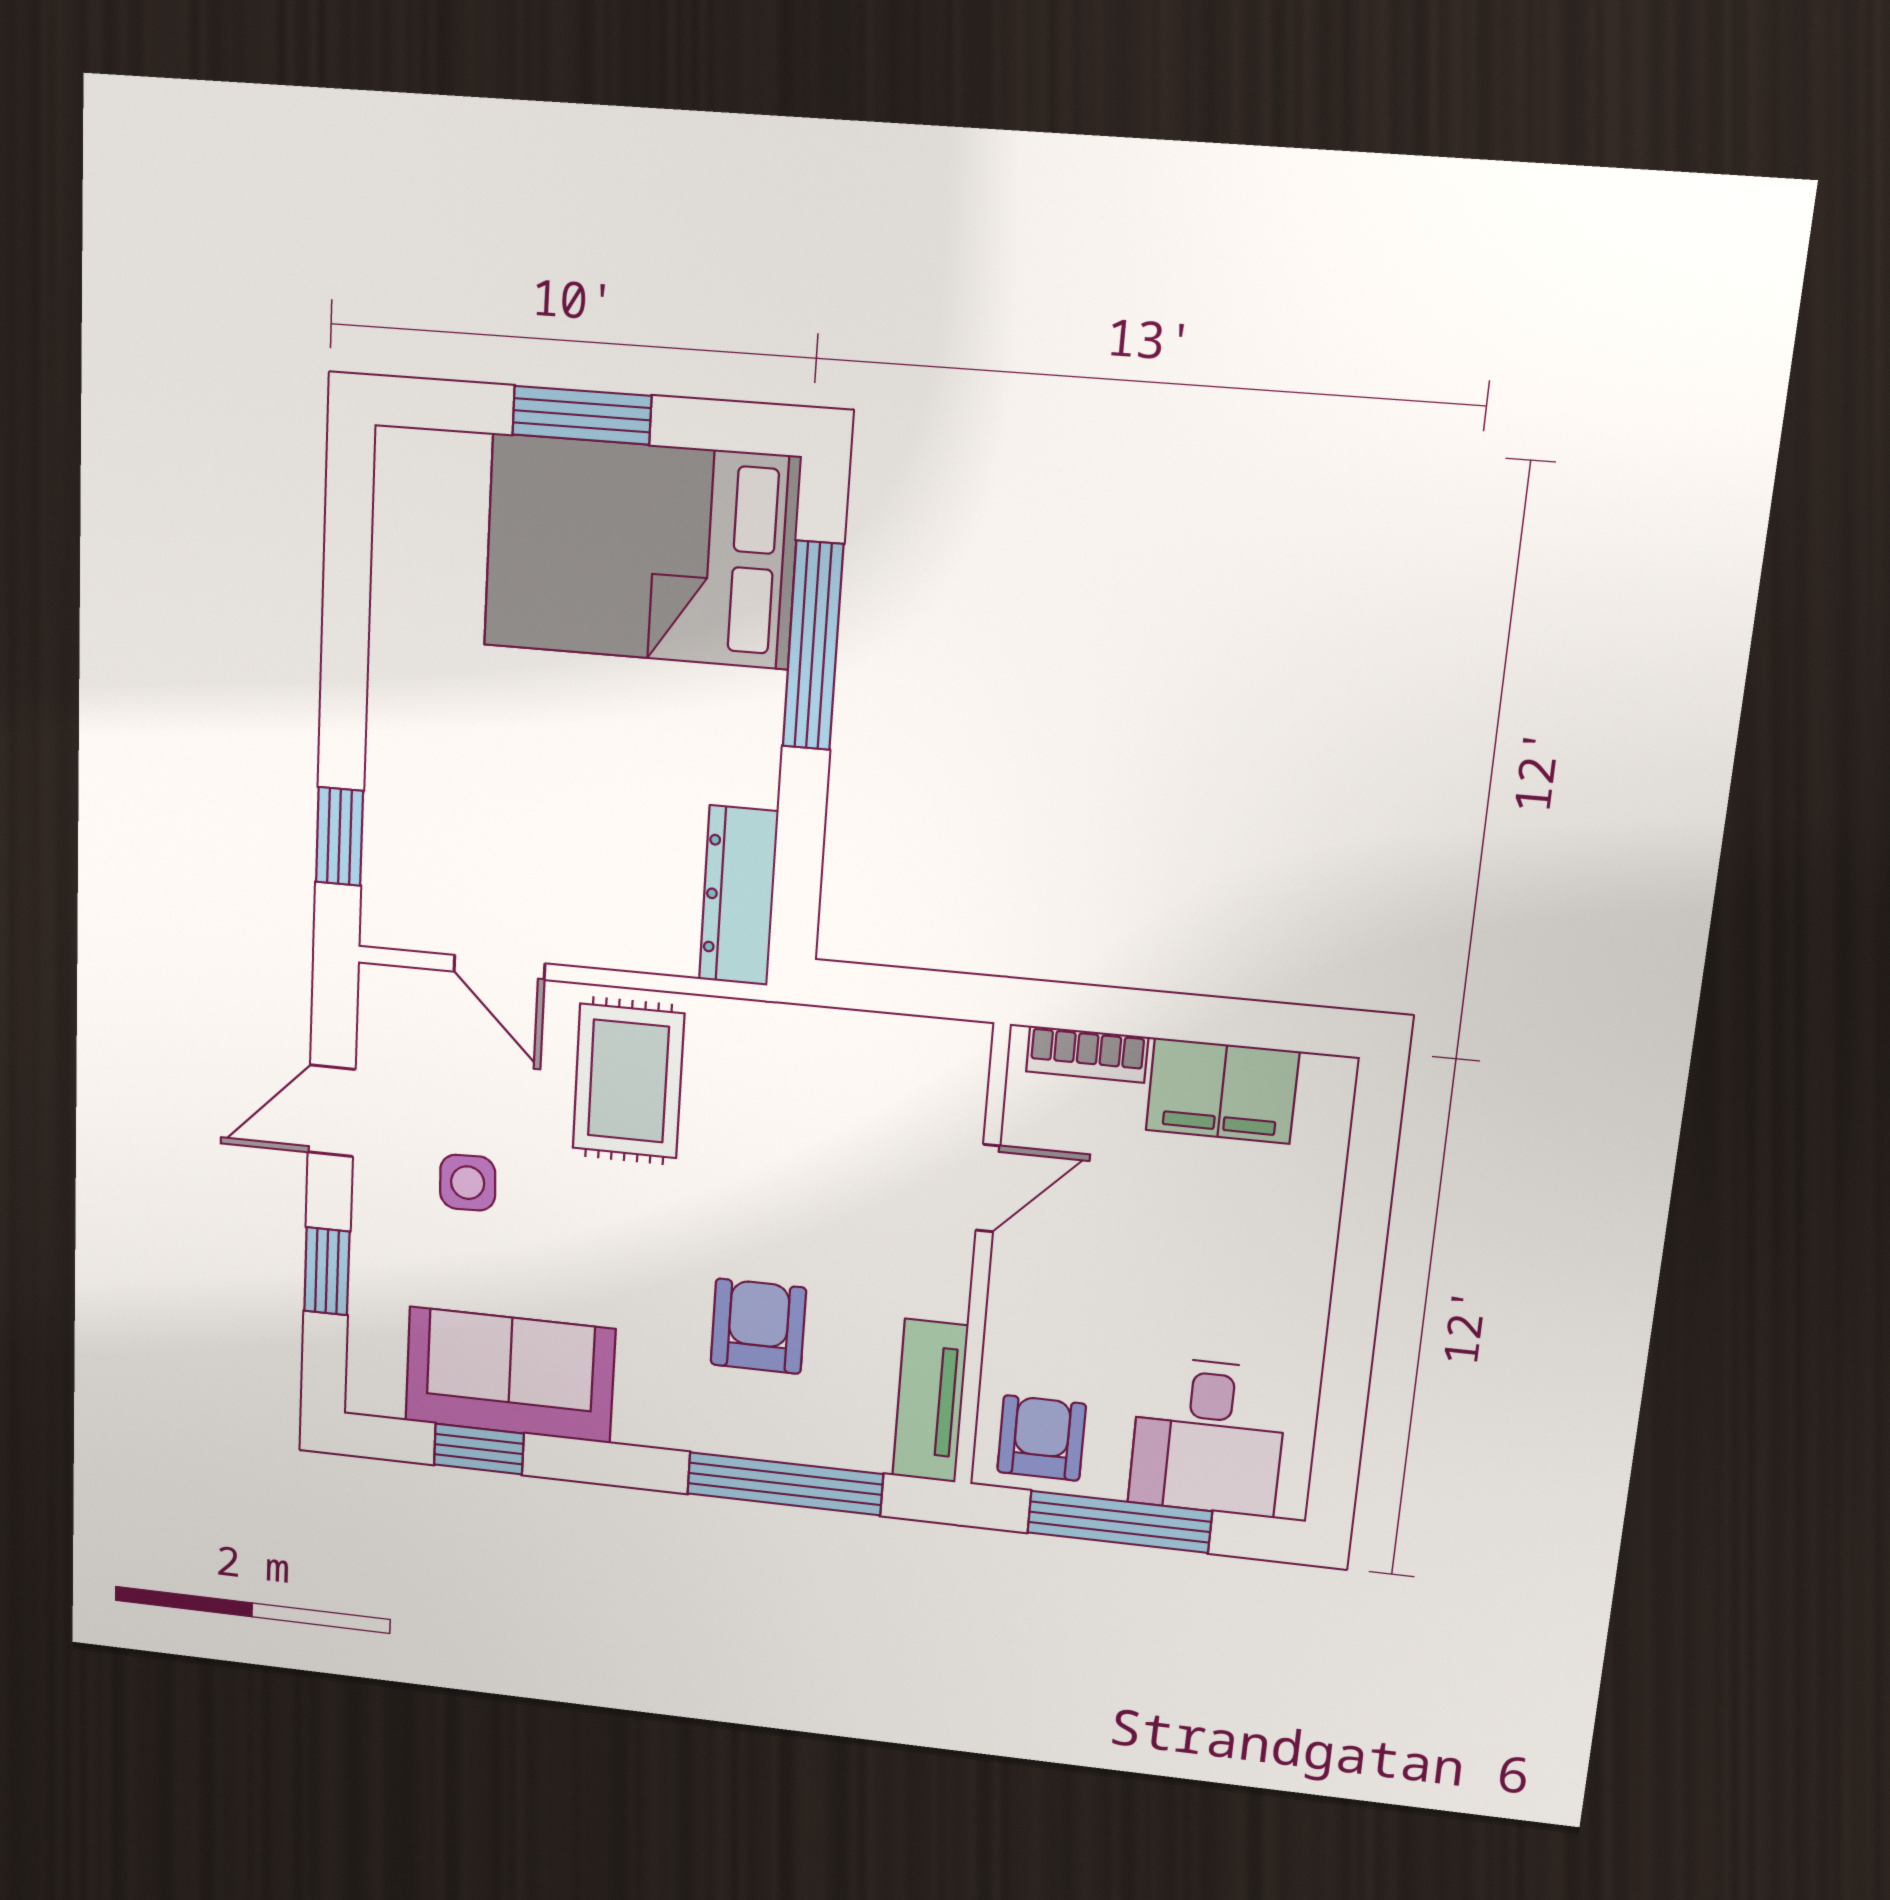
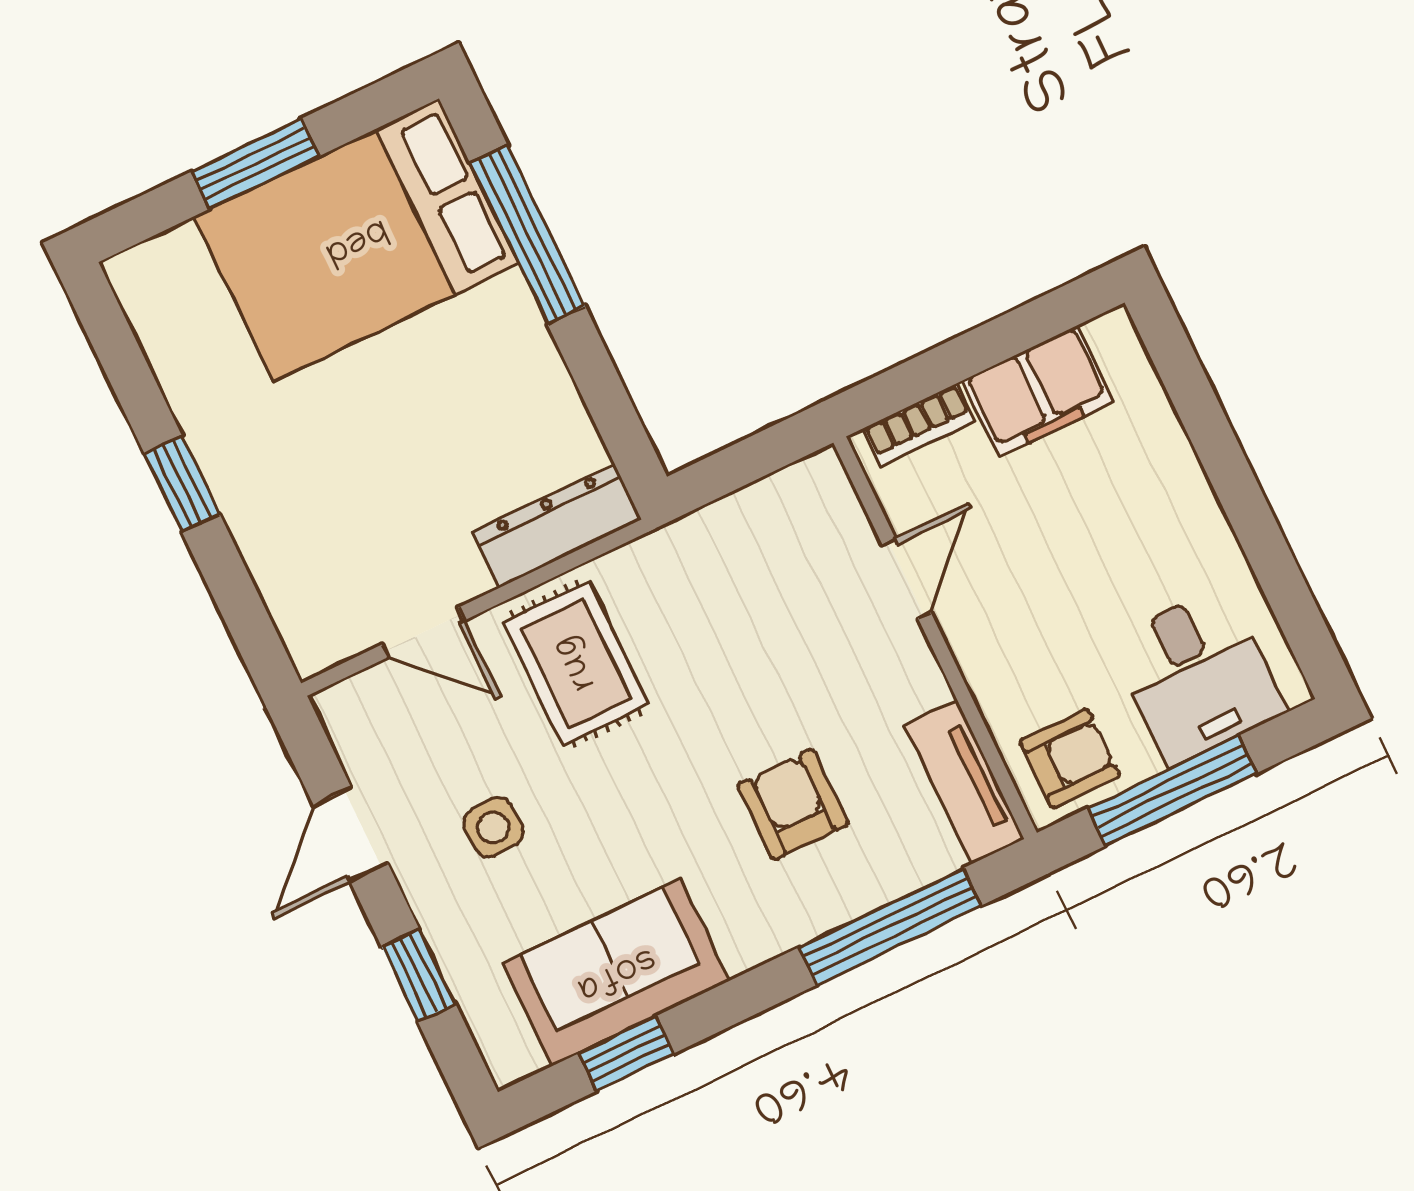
window: (339, 837) -> (182, 484), moved
dresser: (739, 896) -> (557, 526), moved, turned 90
armchair: (1042, 1438) -> (1070, 758), turned 90

